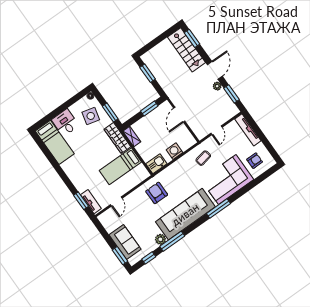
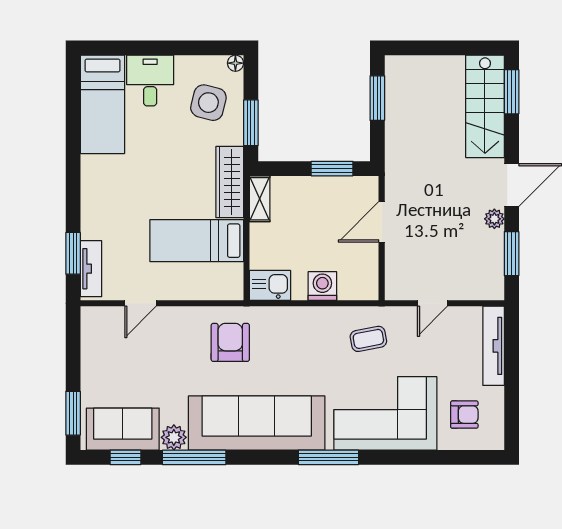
sofa: (125, 242) -> (123, 429), moved, turned -90

